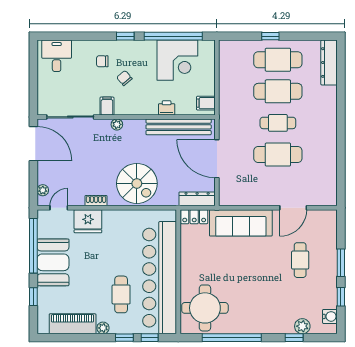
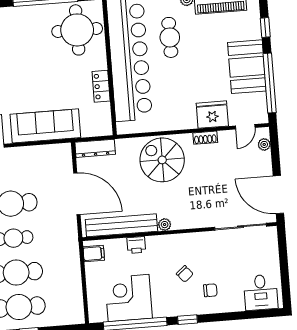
filing cabinet: (107, 106) -> (201, 242), removed
plant: (117, 124) -> (165, 225), moved
locker: (194, 217) -> (101, 86), moved, turned -90

